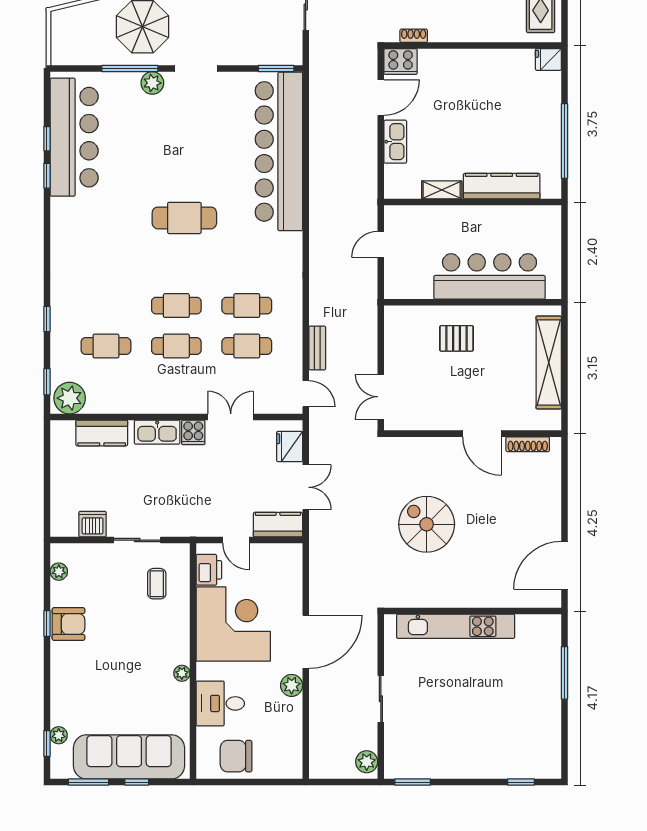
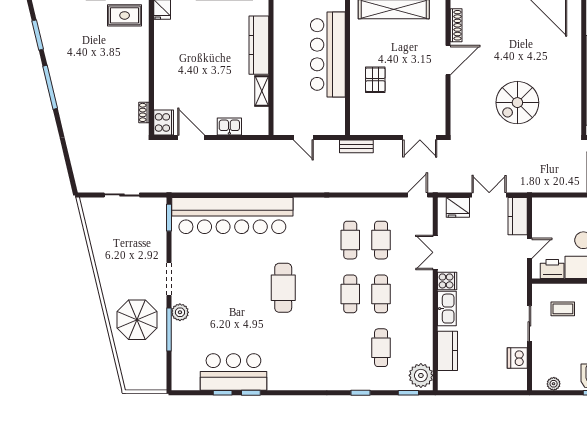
bar counter: (74, 137) -> (233, 372), width x0.73
kitchen sink: (395, 142) -> (229, 127), width x0.73
bench: (317, 348) -> (356, 146), moved

